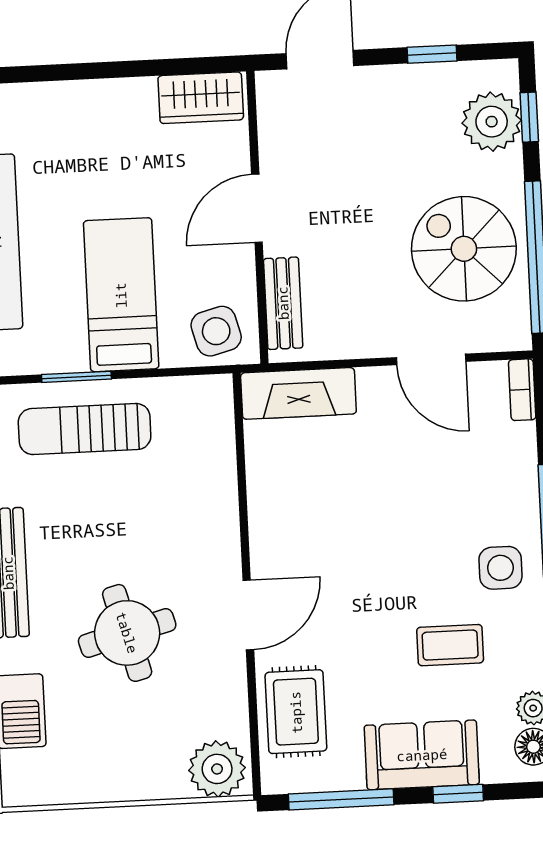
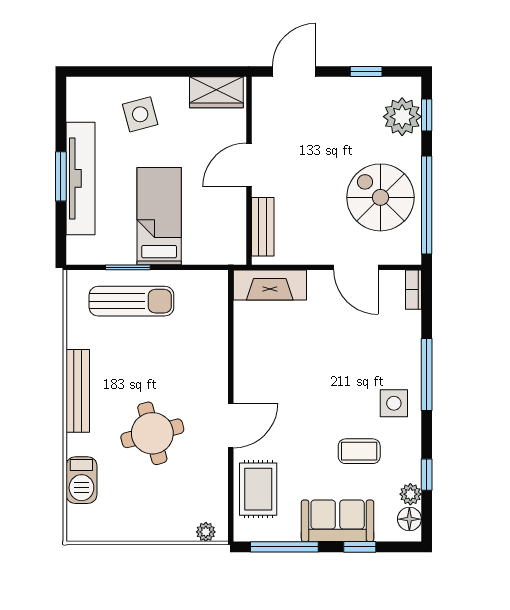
side table: (216, 331) -> (140, 114), moved
sun lounger: (85, 429) -> (131, 301), turned 180
plant: (217, 769) -> (206, 532), width x0.53, depth x0.53

